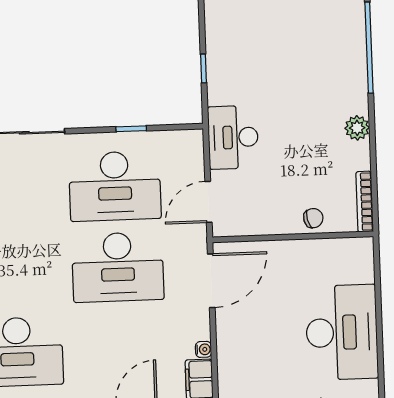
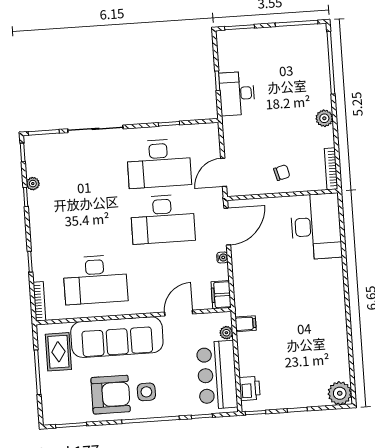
desk: (233, 137) -> (237, 93), moved
chair: (313, 218) -> (282, 173), moved
desk: (342, 332) -> (316, 226), moved
water cooler: (204, 349) -> (222, 258), moved

